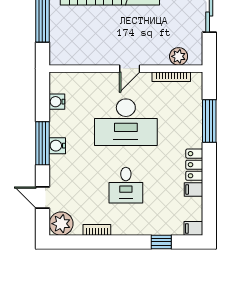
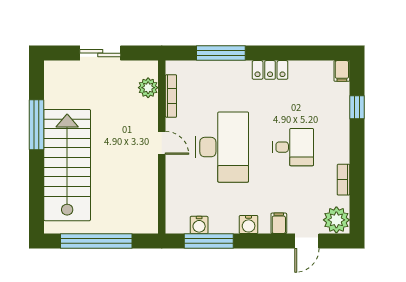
window: (42, 143) -> (209, 241), moved
filing cabinet: (194, 189) -> (279, 223), moved, turned 180

